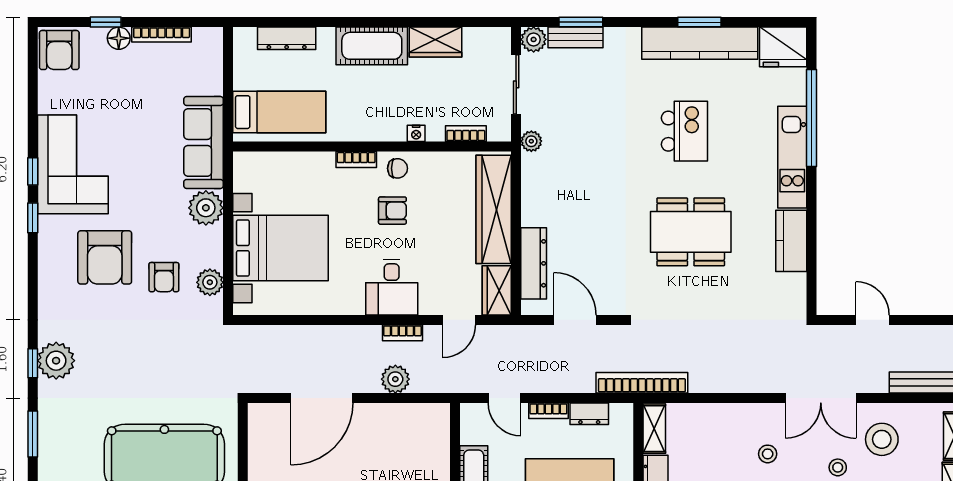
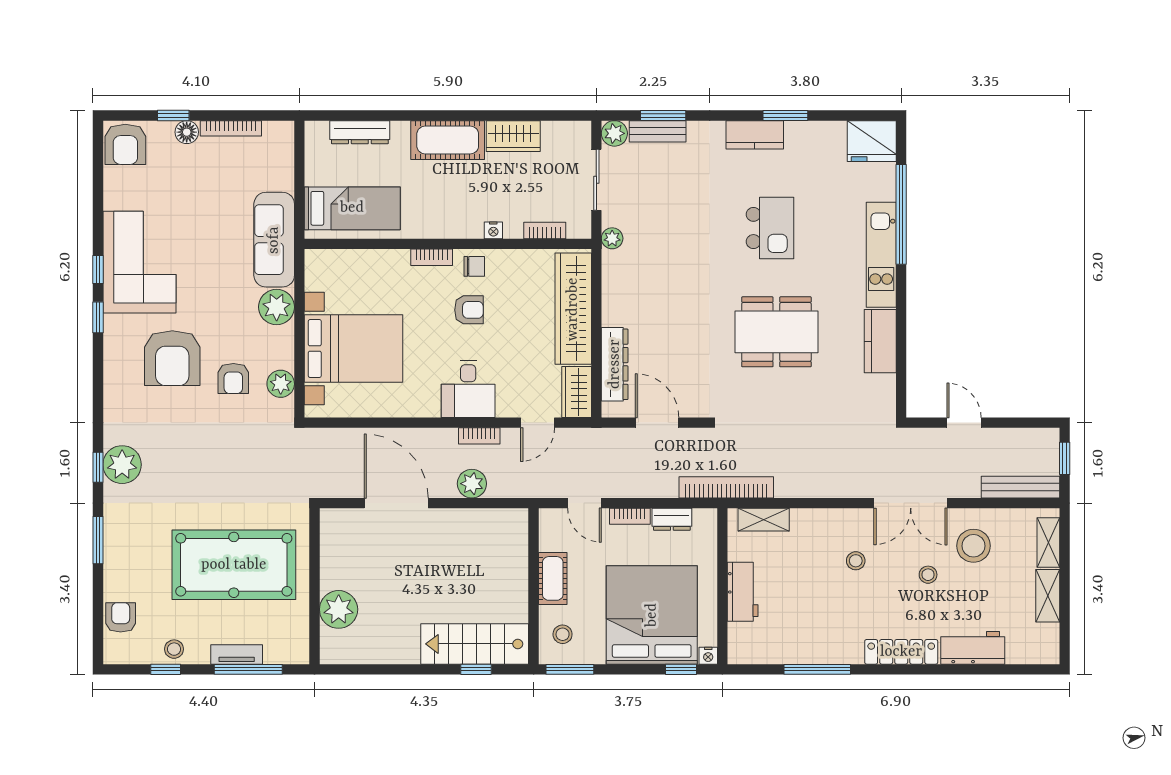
kitchen counter: (700, 43) -> (755, 135), width x0.48, depth x0.86
door: (322, 398) -> (396, 503), swing flipped
shelving: (654, 429) -> (764, 520), moved, turned 90

